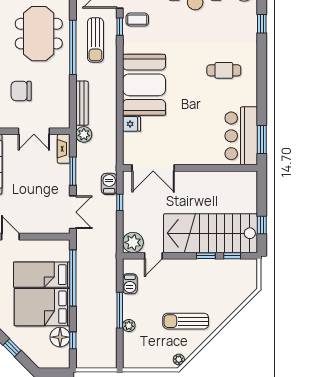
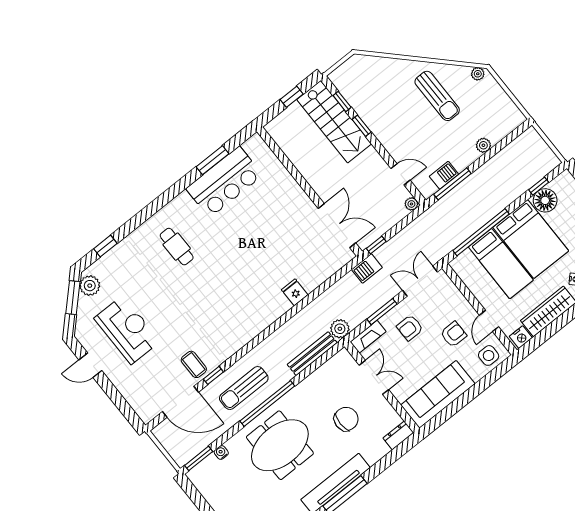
sun lounger: (95, 40) -> (244, 388), turned 180
booth: (144, 85) -> (249, 310), removed
chair: (21, 91) -> (346, 419), turned -90
double door: (153, 168) -> (337, 226), moved
wall: (190, 168) -> (310, 191), moved
armchair: (48, 181) -> (410, 328), added
armchair: (20, 206) -> (453, 334), added
stairs: (210, 233) -> (334, 122), width x0.73, depth x0.66
plant: (133, 242) -> (411, 204), width x0.53, depth x0.53
window: (120, 310) -> (452, 184), moved

